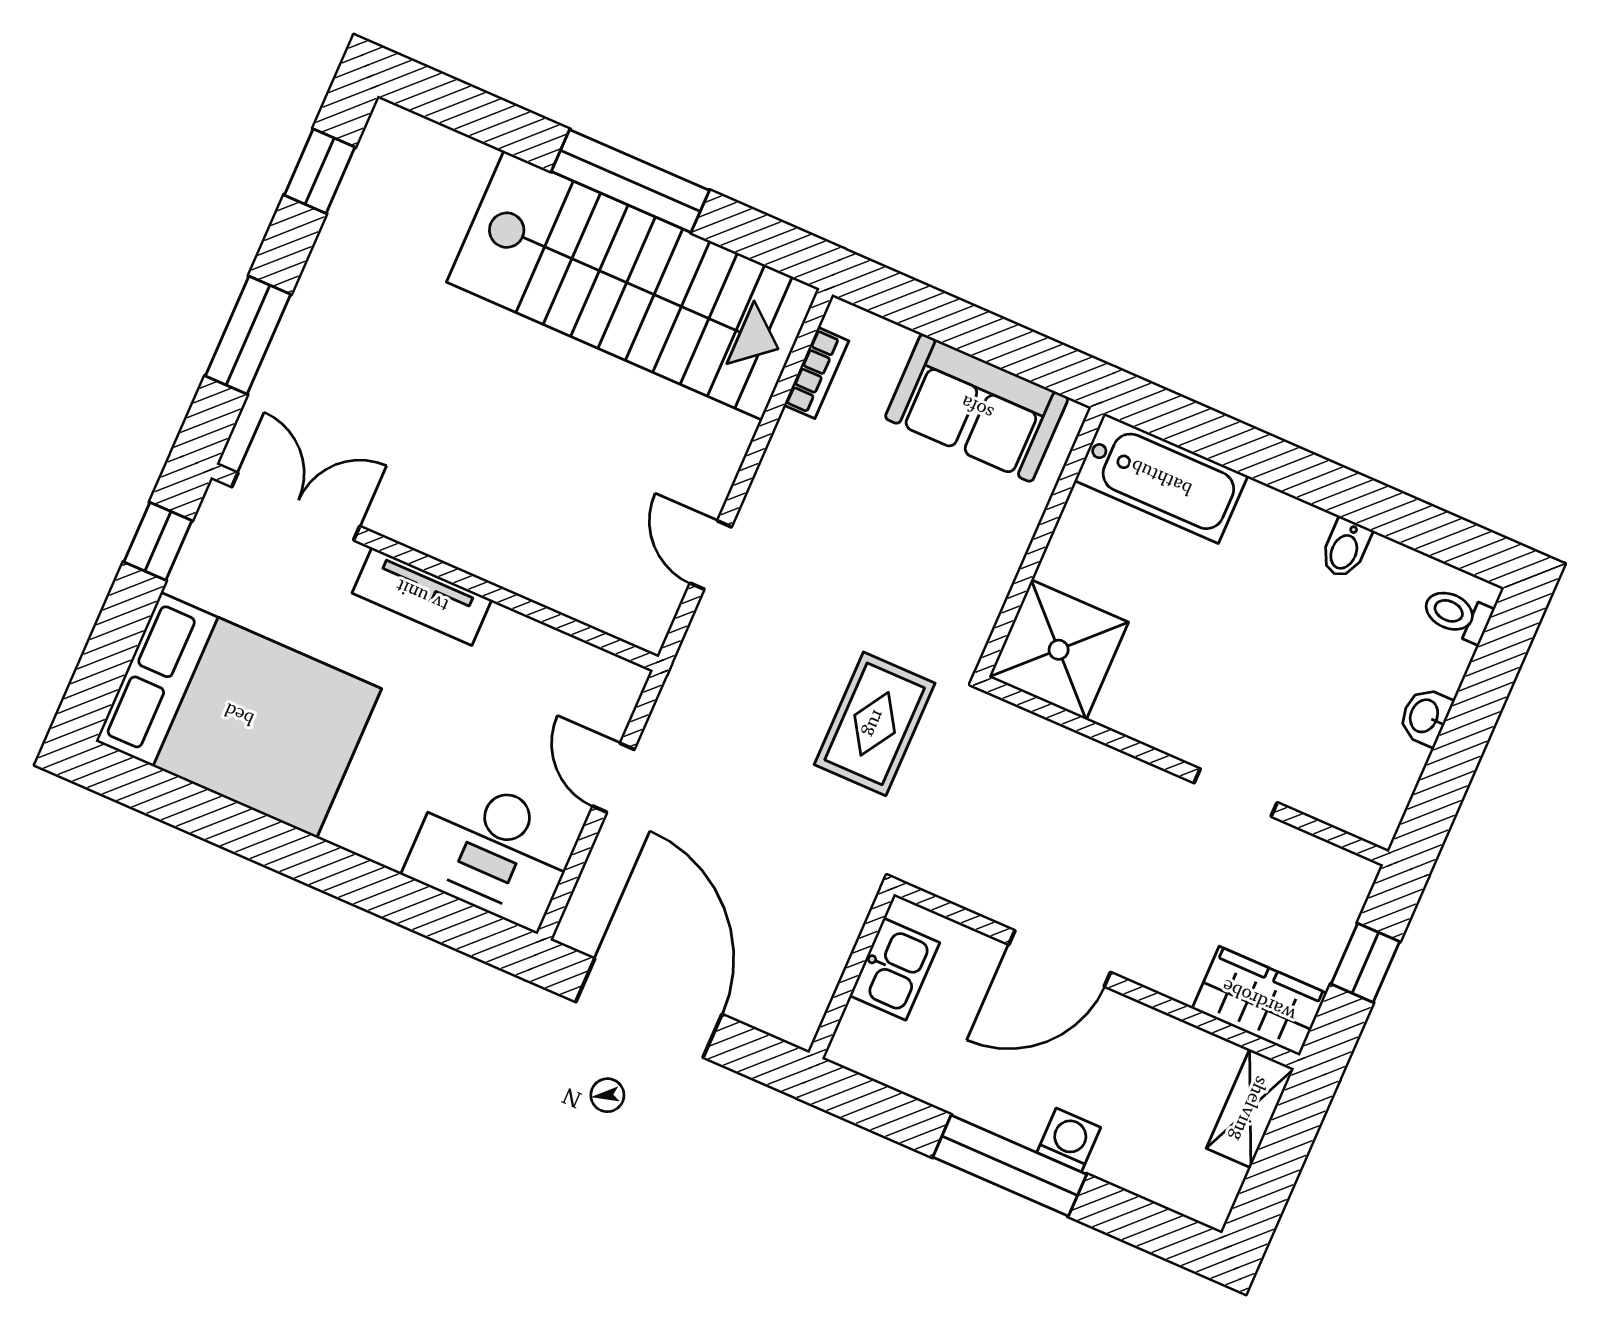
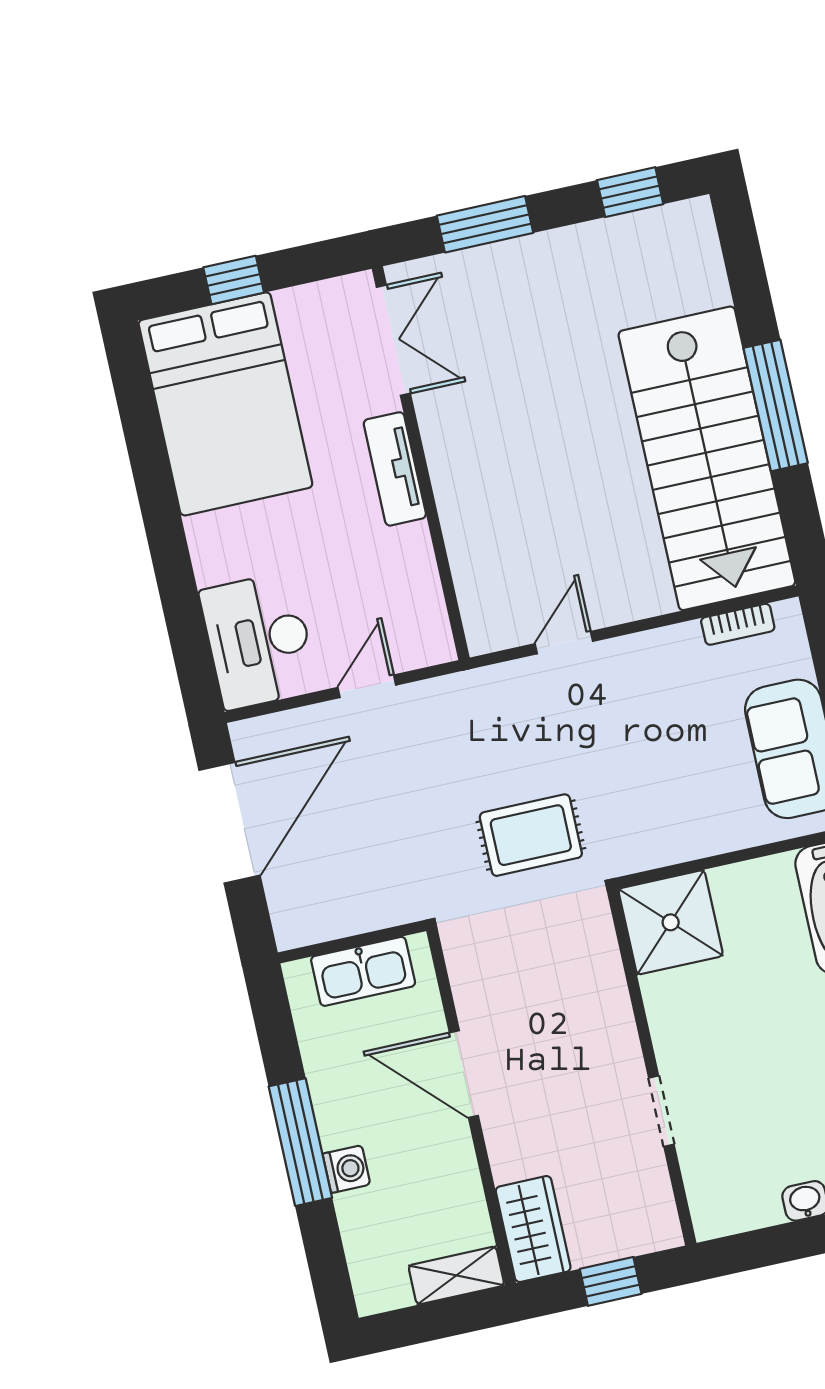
window: (158, 541) -> (234, 280), moved
kitchen sink: (895, 969) -> (363, 971), width x1.38

